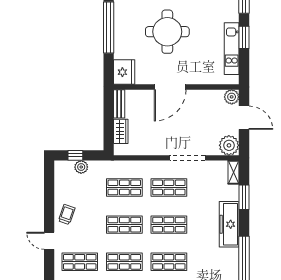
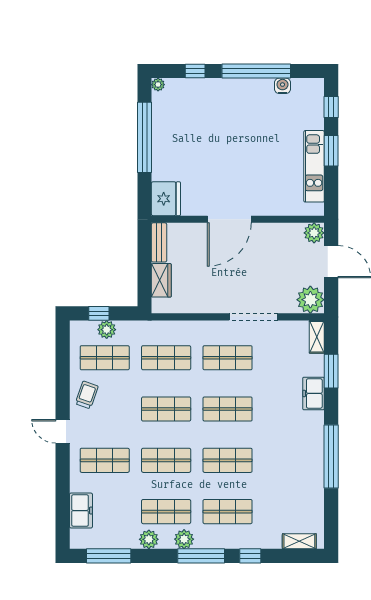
round table: (167, 32) -> (225, 143), removed
shop shelf: (80, 187) -> (105, 358), added
freezer: (229, 224) -> (313, 393), width x0.52, depth x0.79

